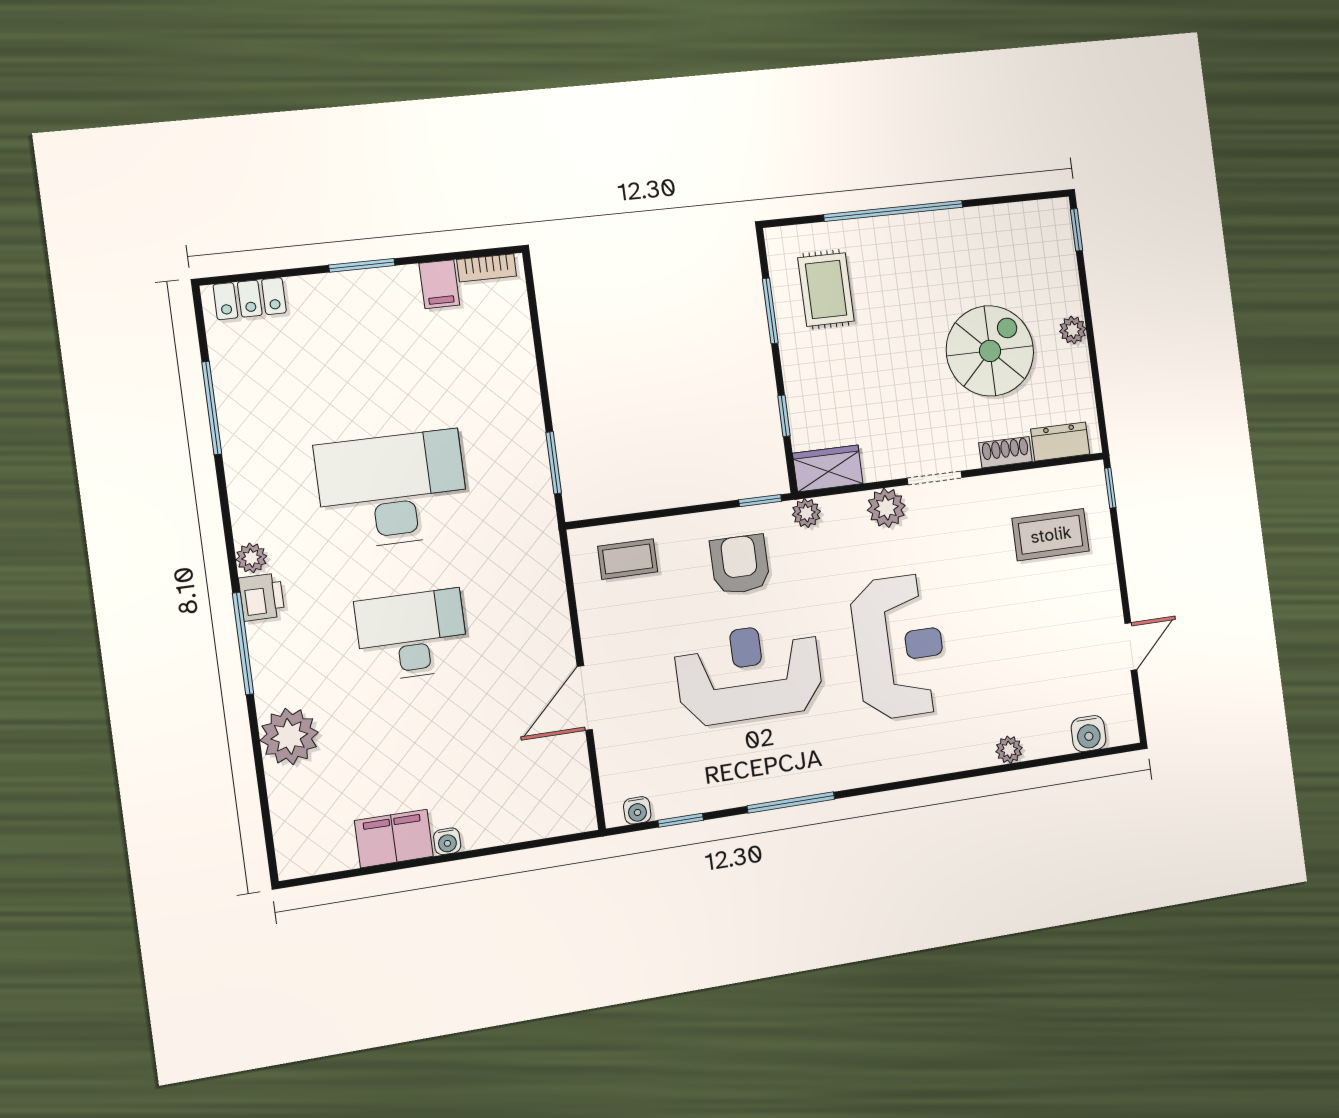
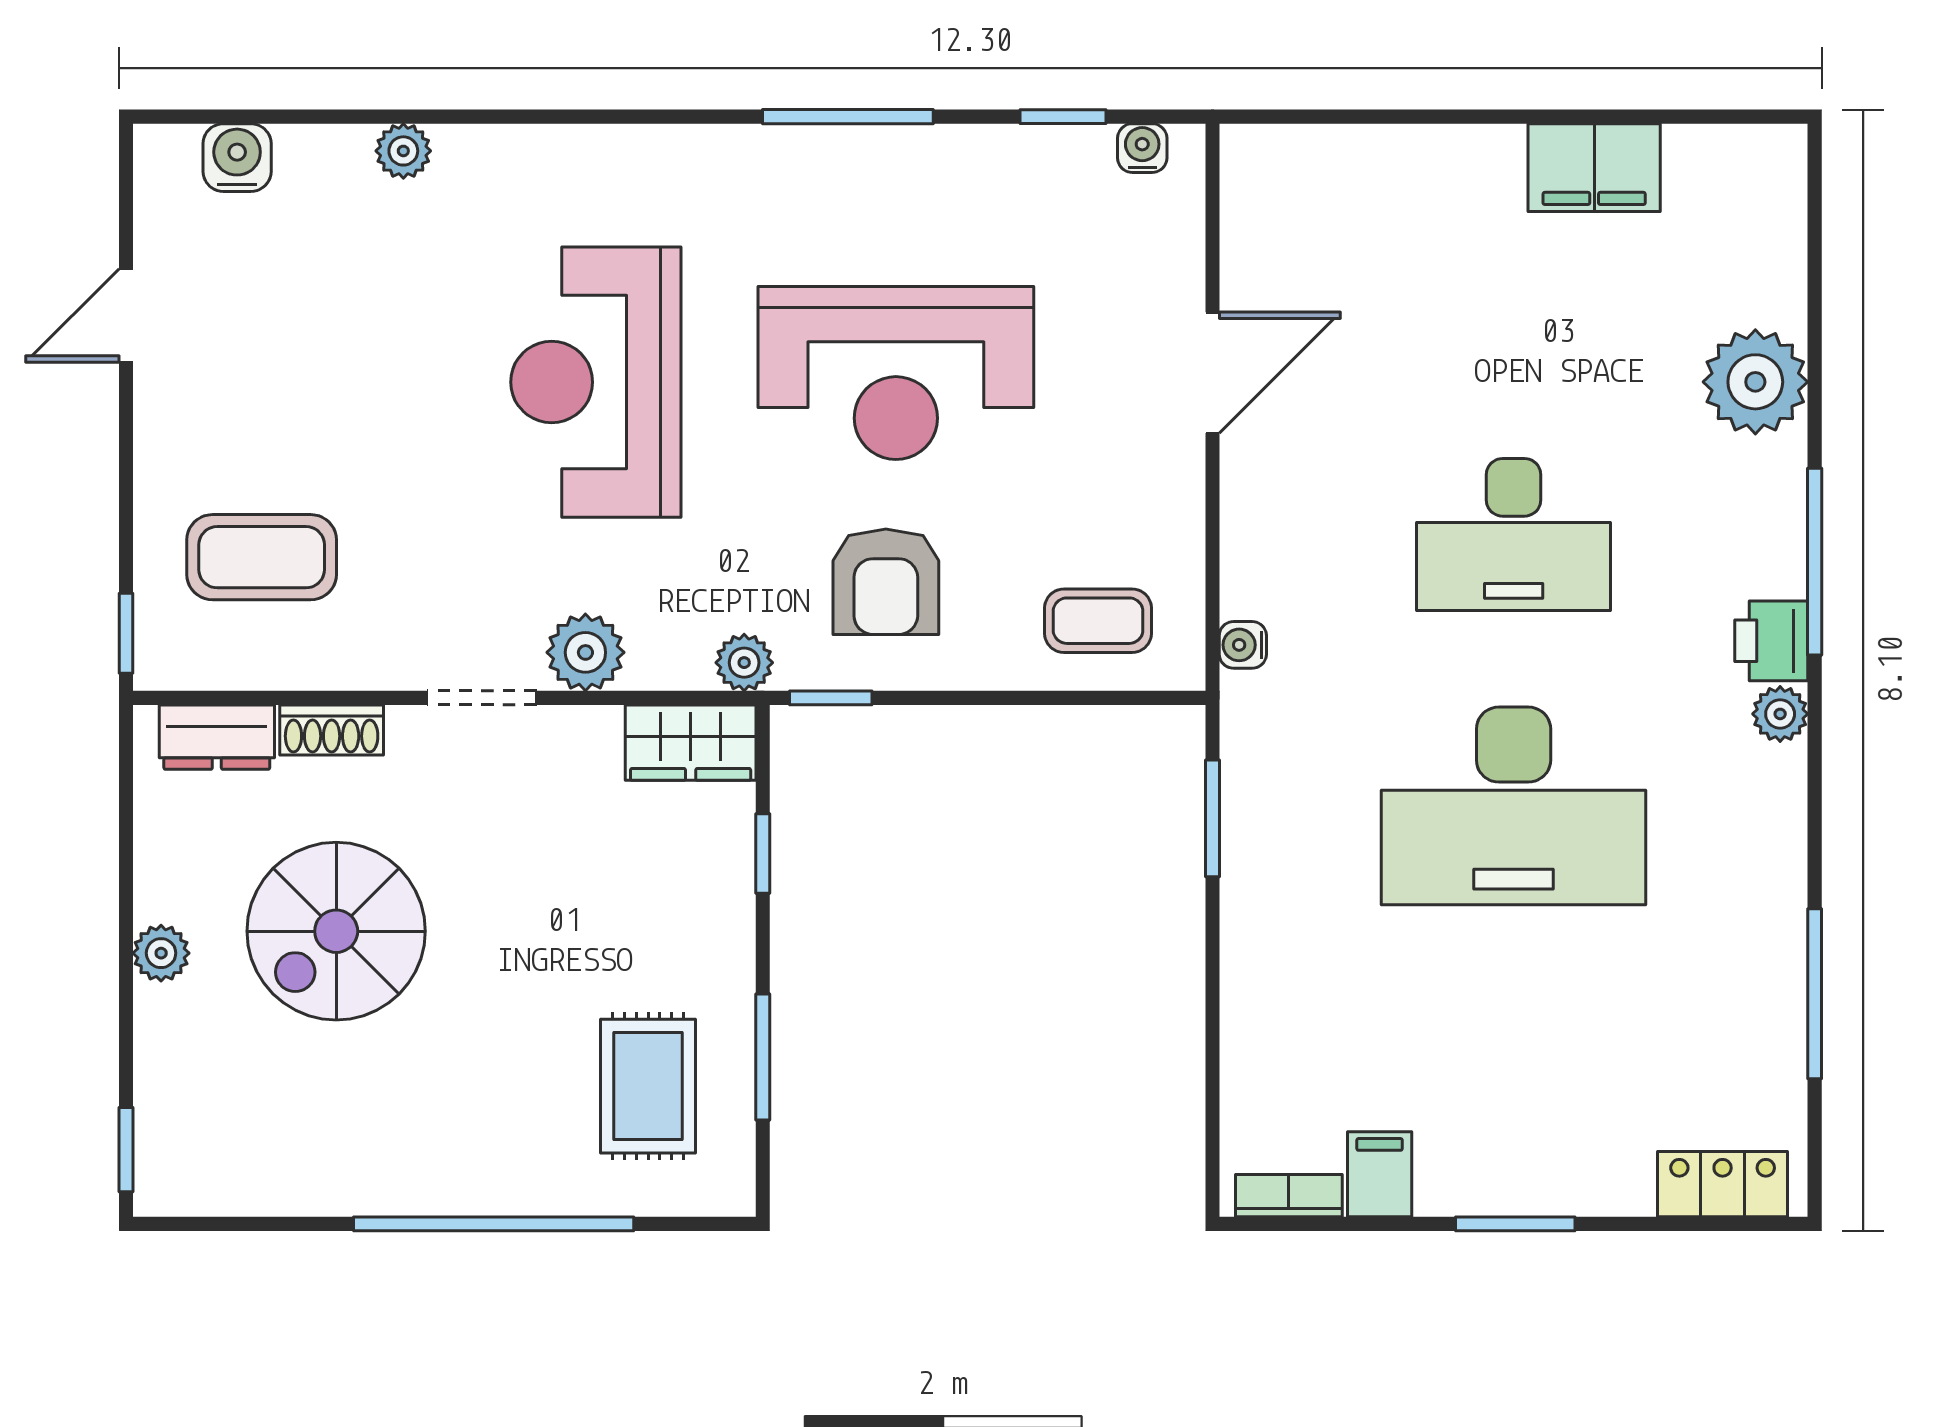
water cooler: (447, 841) -> (1243, 645), moved, turned -90

